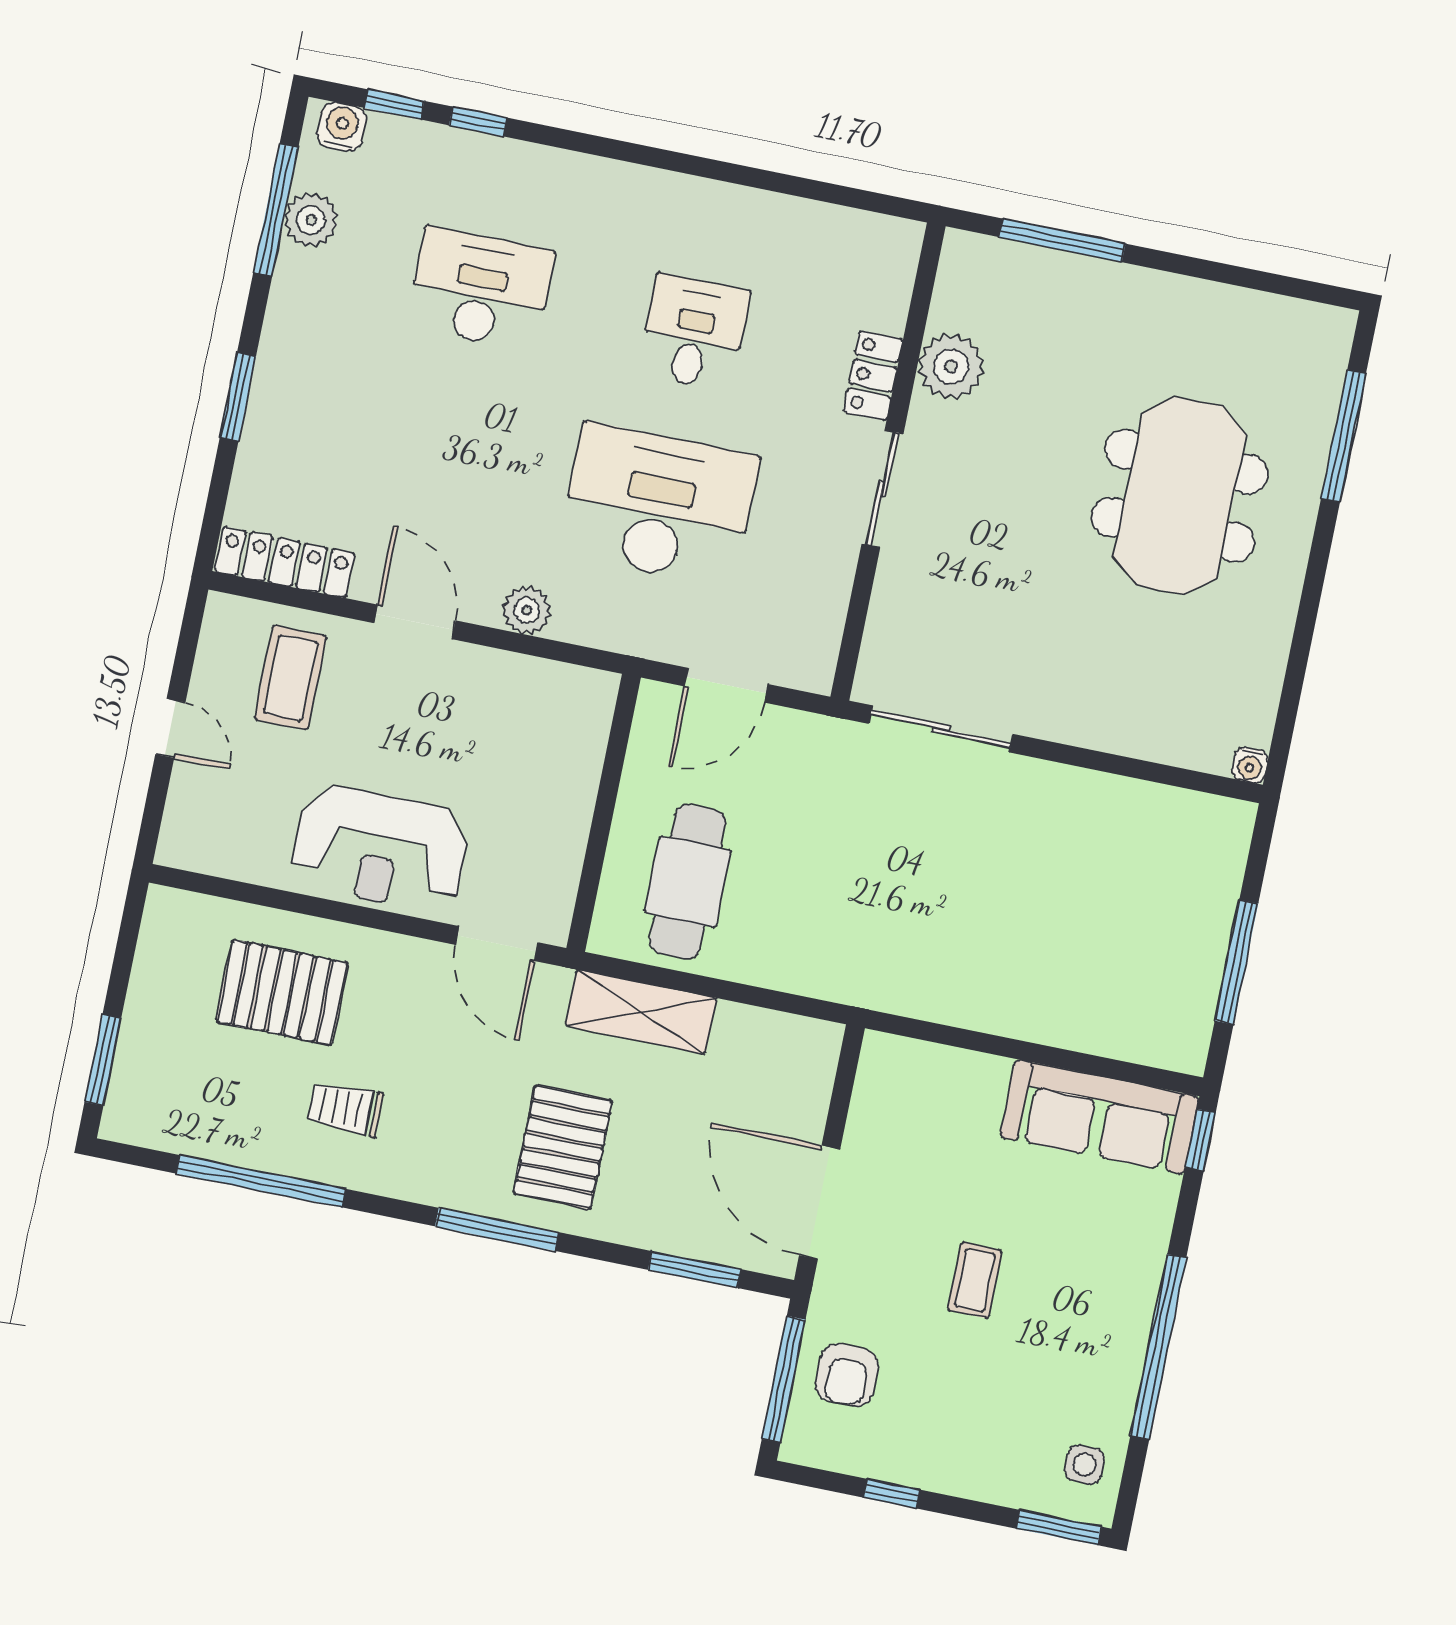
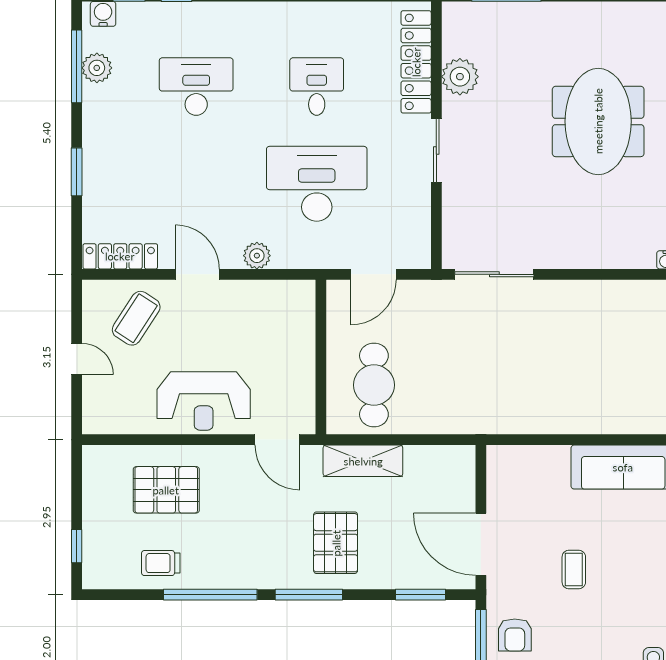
locker: (873, 376) -> (416, 62), width x2.16, depth x1.21
coffee table: (291, 678) -> (136, 318), turned 33
window: (103, 1060) -> (77, 546), width x0.67
trolley: (345, 1109) -> (161, 563), moved
window: (261, 1181) -> (210, 595), moved

